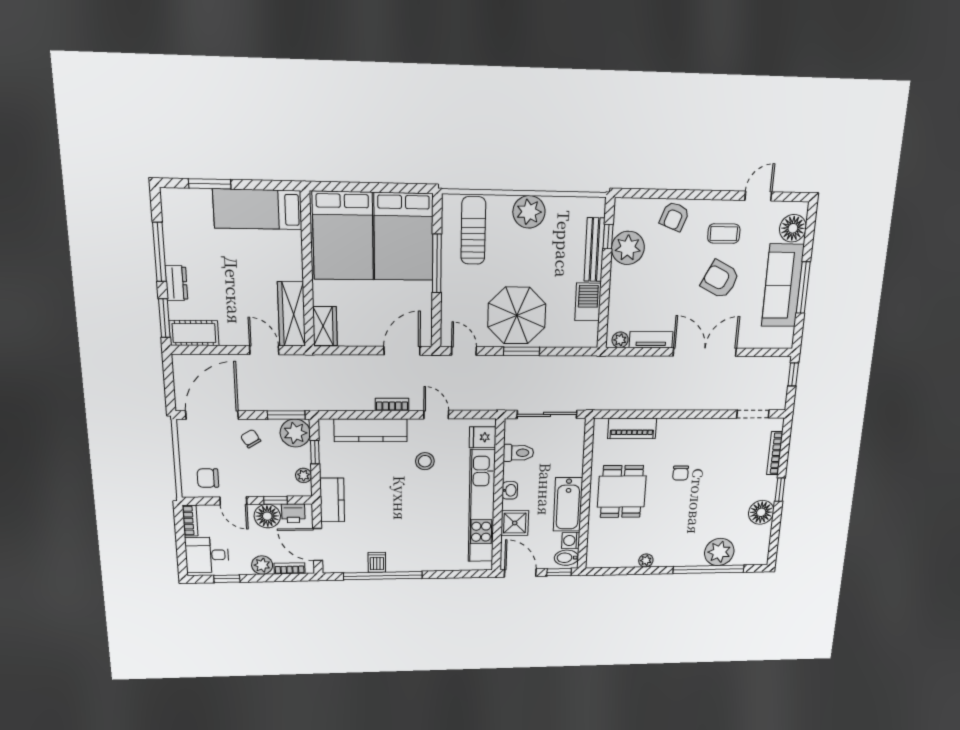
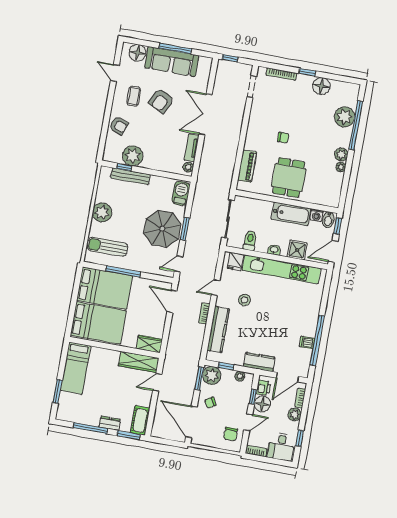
barbecue: (588, 302) -> (181, 193), moved, turned 90
dining table: (622, 492) -> (289, 178), turned 90
plant: (664, 558) -> (341, 155), added

